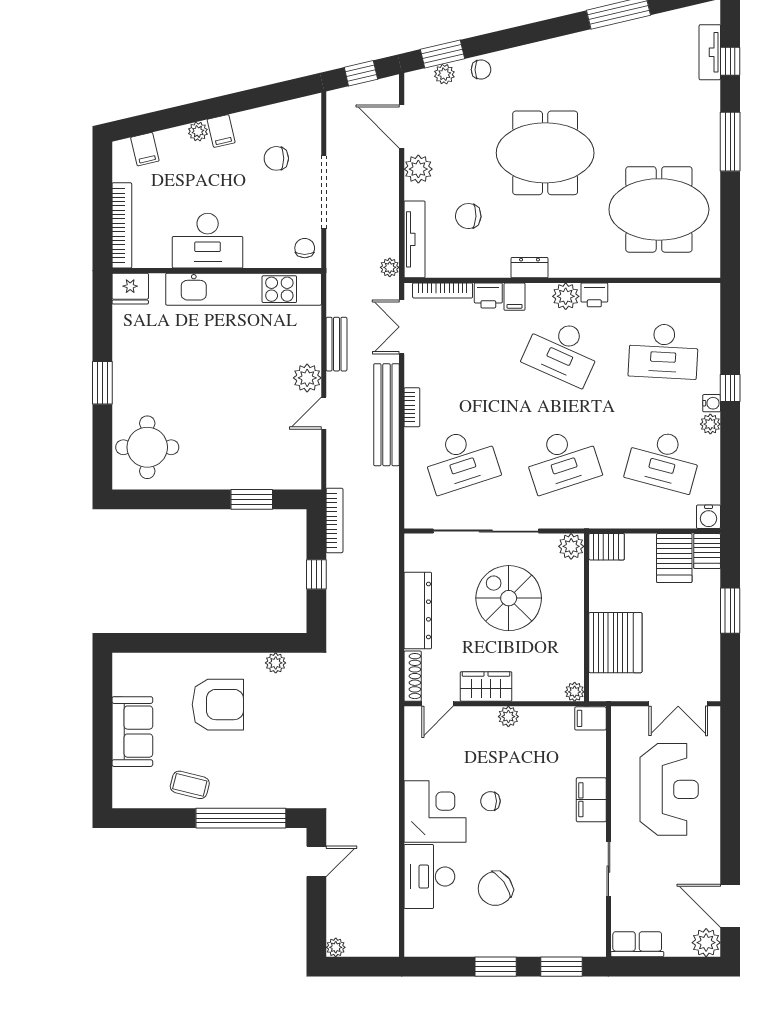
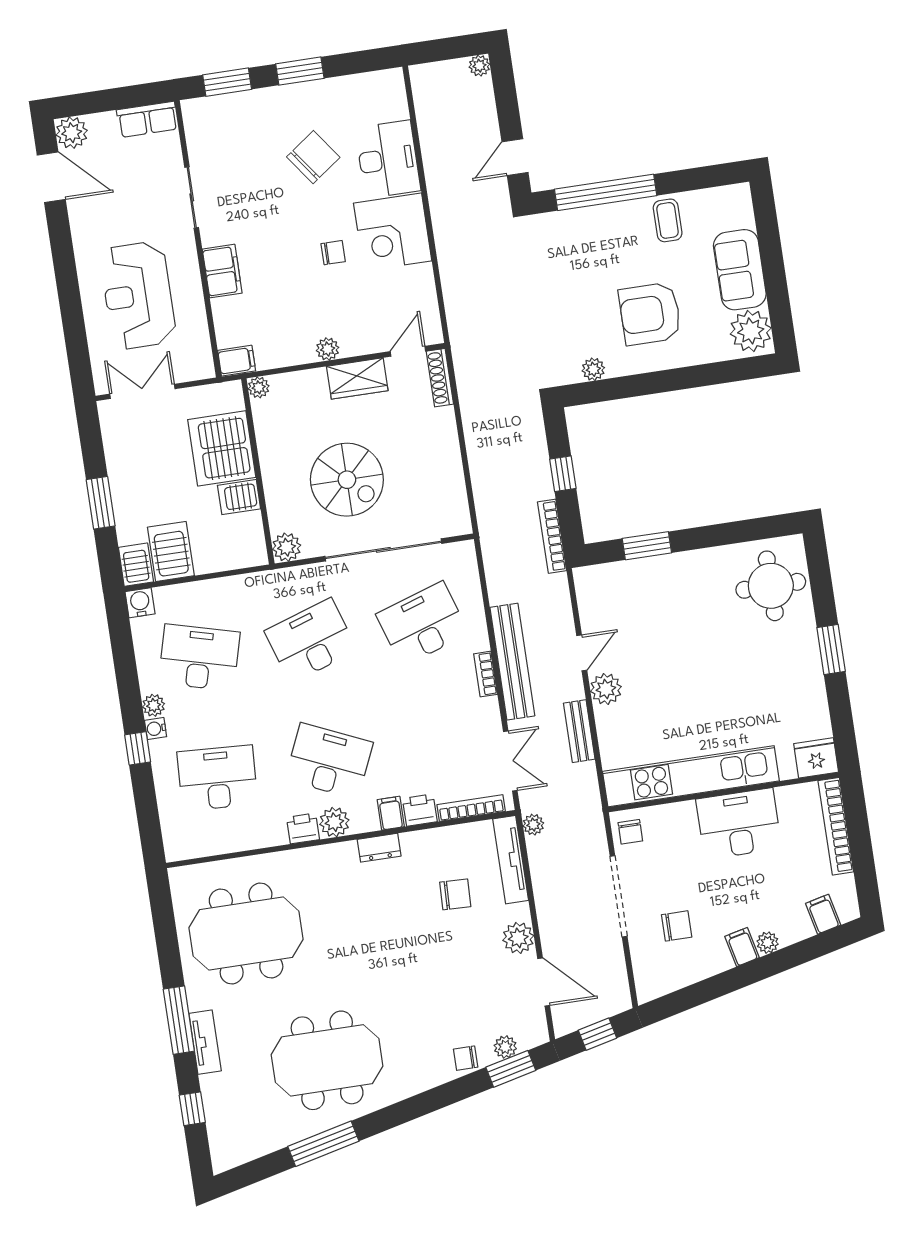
tv unit: (710, 52) -> (205, 1042), moved
meeting table: (545, 153) -> (327, 1060), moved
server rack: (607, 547) -> (239, 497), moved
dresser: (418, 611) -> (445, 451), removed
plant: (131, 676) -> (751, 331), added
coffee table: (190, 785) -> (668, 220), turned 76

